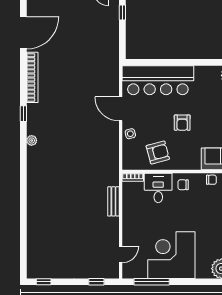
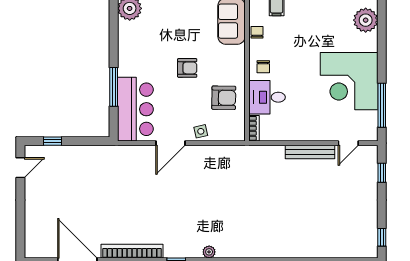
window: (167, 62) -> (114, 87), added
bar counter: (158, 80) -> (135, 109), width x0.73
armchair: (158, 152) -> (224, 98), turned 106
bench: (113, 201) -> (310, 152), moved, width x1.36
door: (121, 254) -> (348, 143), swing flipped

